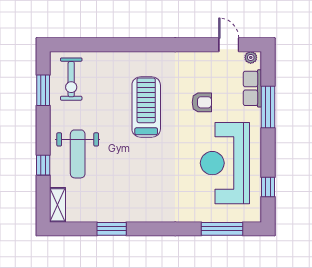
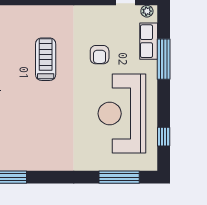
armchair: (202, 102) -> (100, 55), turned 90
treadmill: (146, 107) -> (46, 59), width x0.73, depth x0.73

